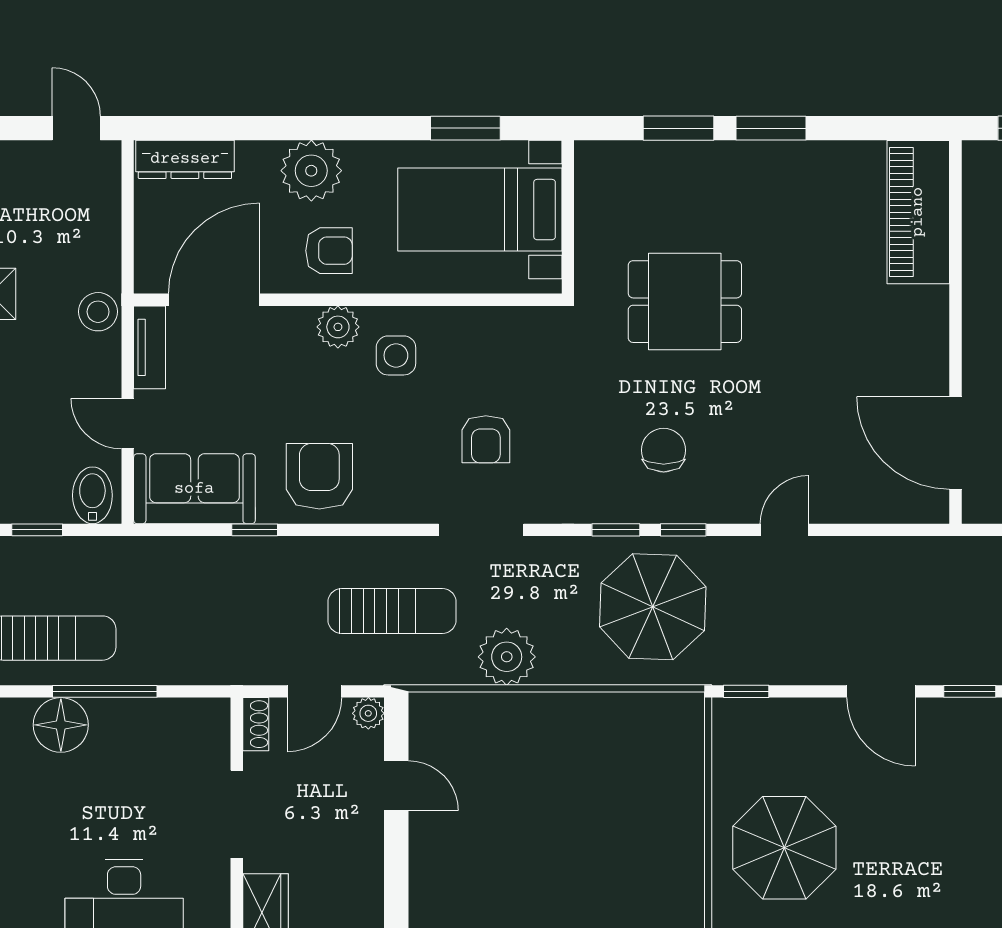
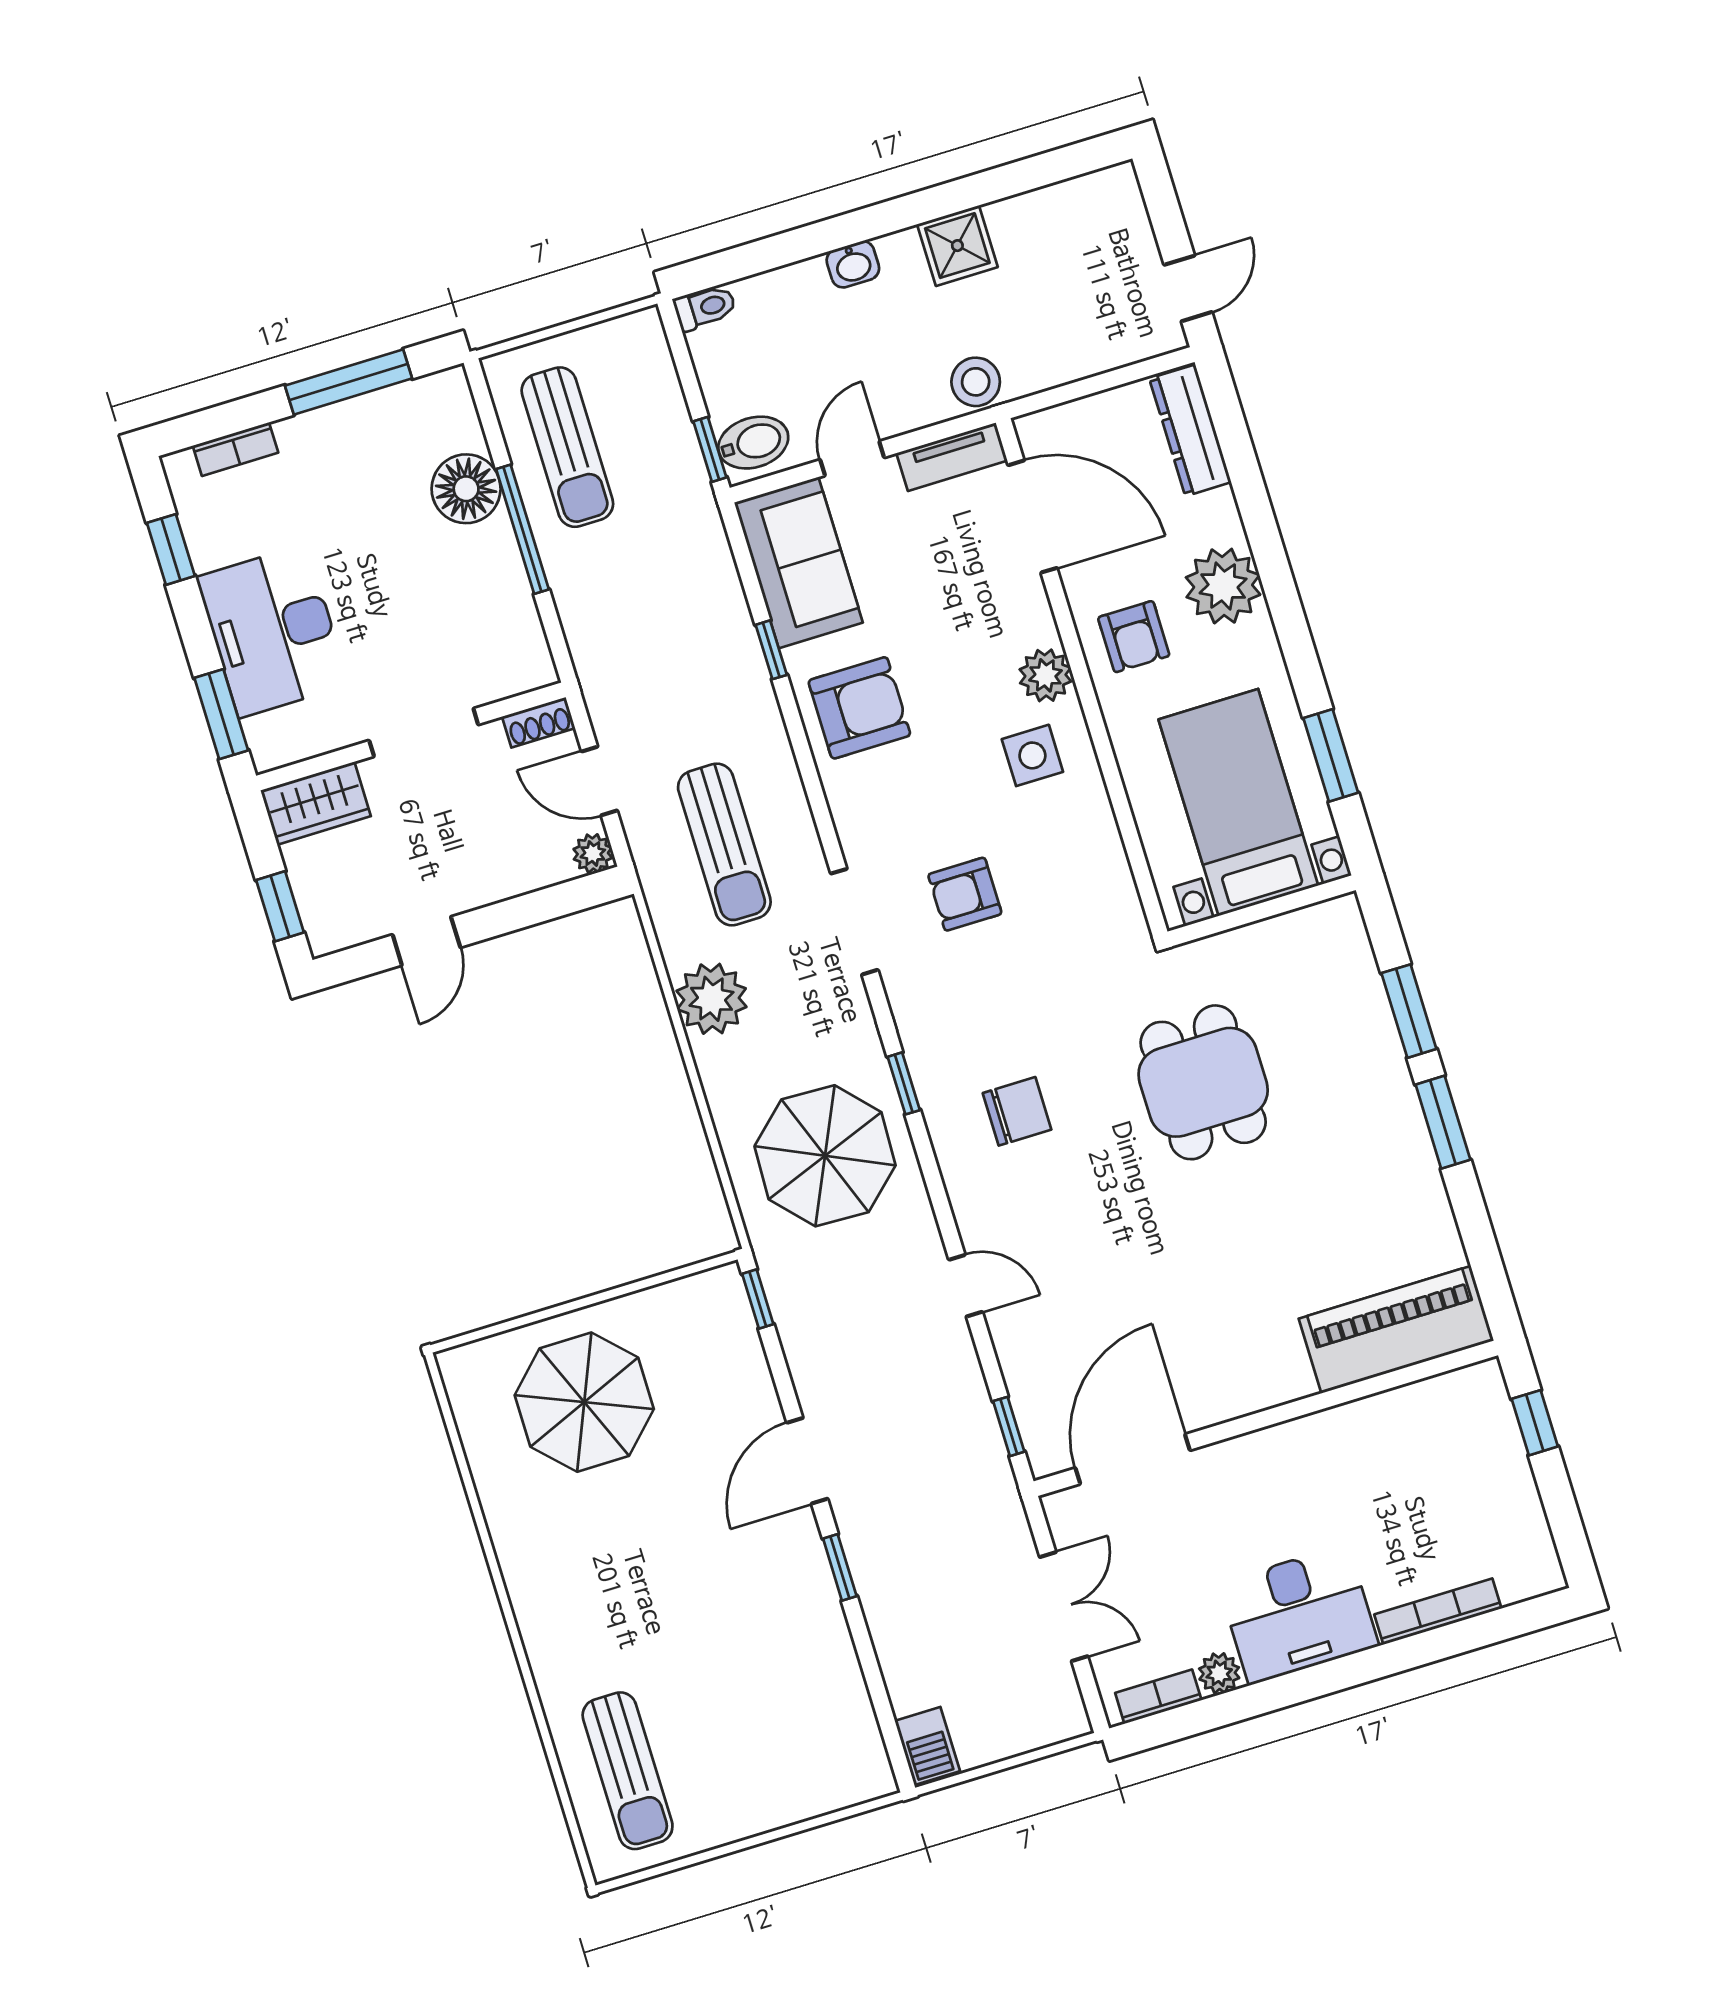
window: (37, 530) -> (710, 449), moved
window: (683, 530) -> (1009, 1426), moved
door: (396, 786) -> (426, 941), moved

